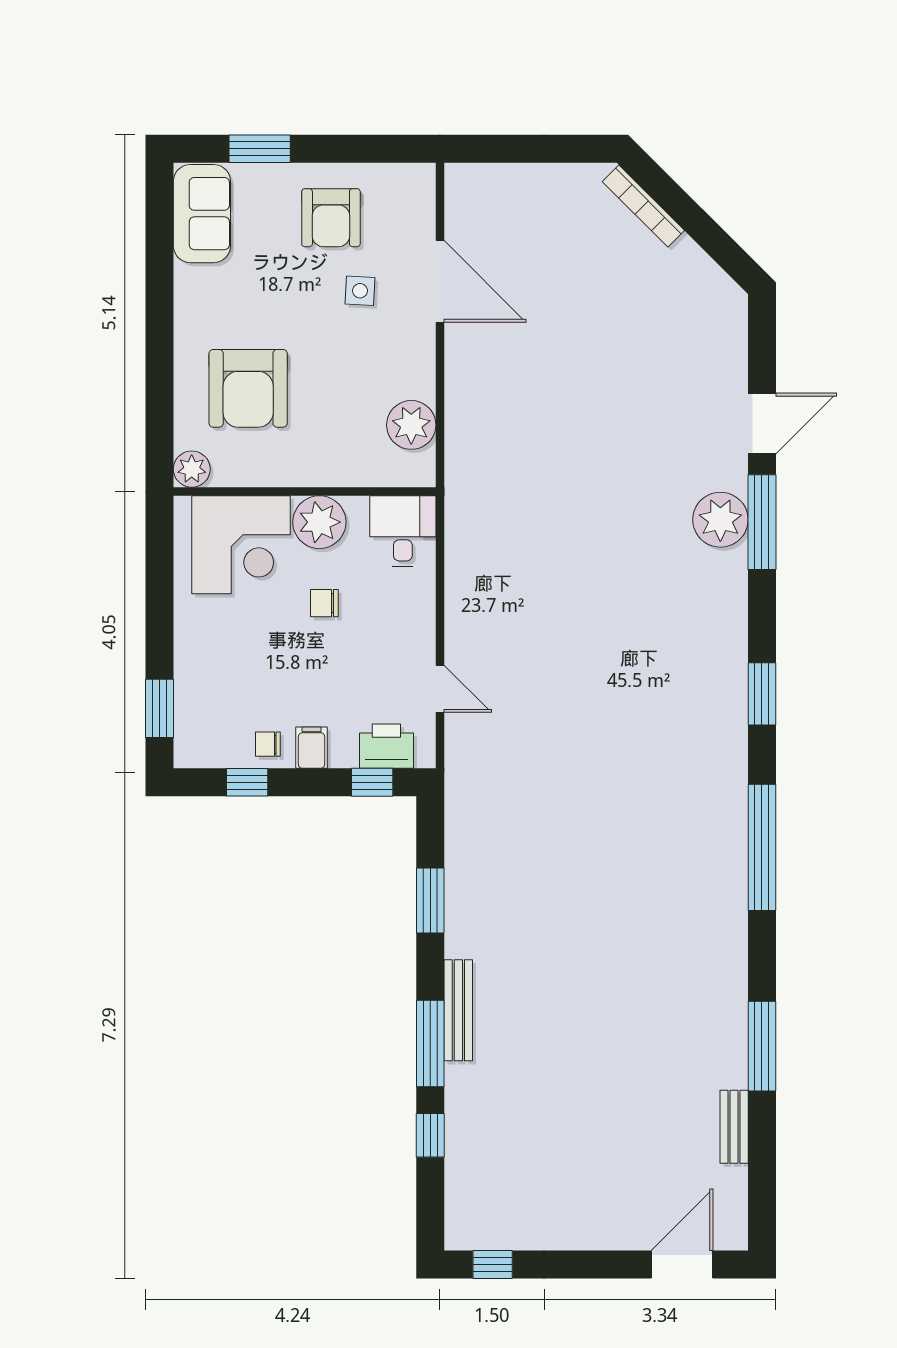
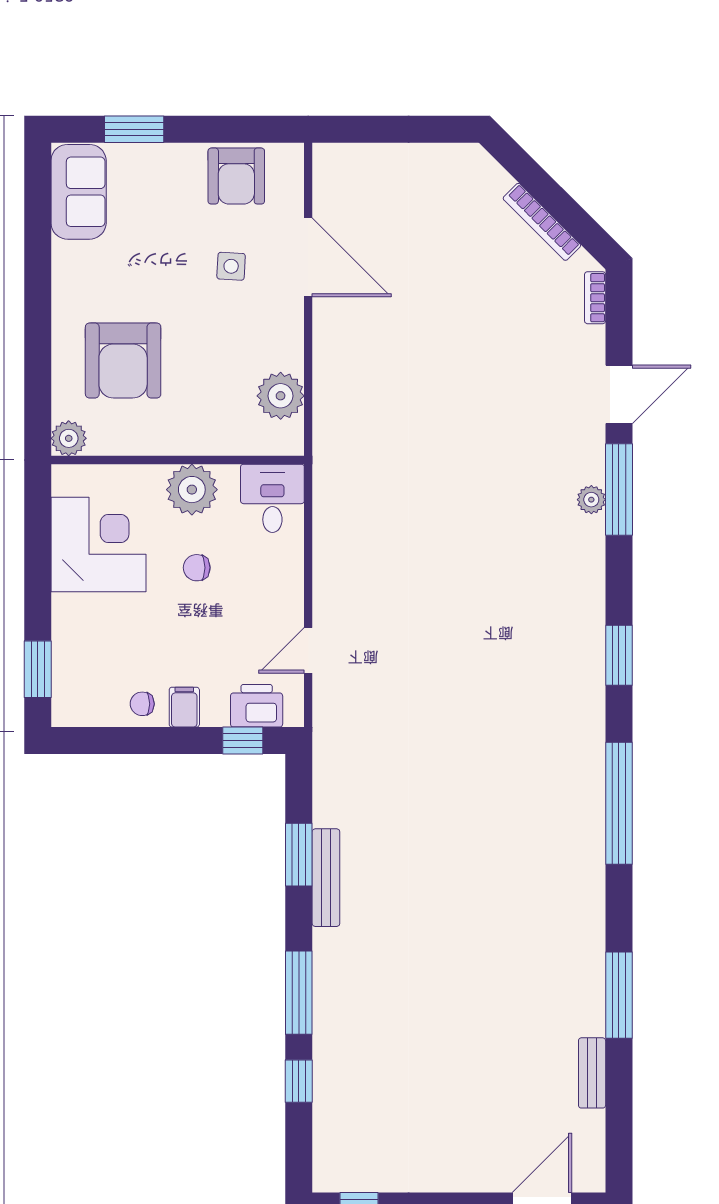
bookcase: (643, 206) -> (542, 222), moved
armchair: (331, 218) -> (236, 176), moved
bookcase: (737, 323) -> (595, 298), added
plant: (720, 520) -> (591, 500), width x0.53, depth x0.53
corner desk: (241, 545) -> (98, 545), moved, turned -90
door: (440, 689) -> (308, 650), swing flipped
window: (247, 782) -> (122, 741), removed
bench: (458, 1010) -> (326, 878), moved

